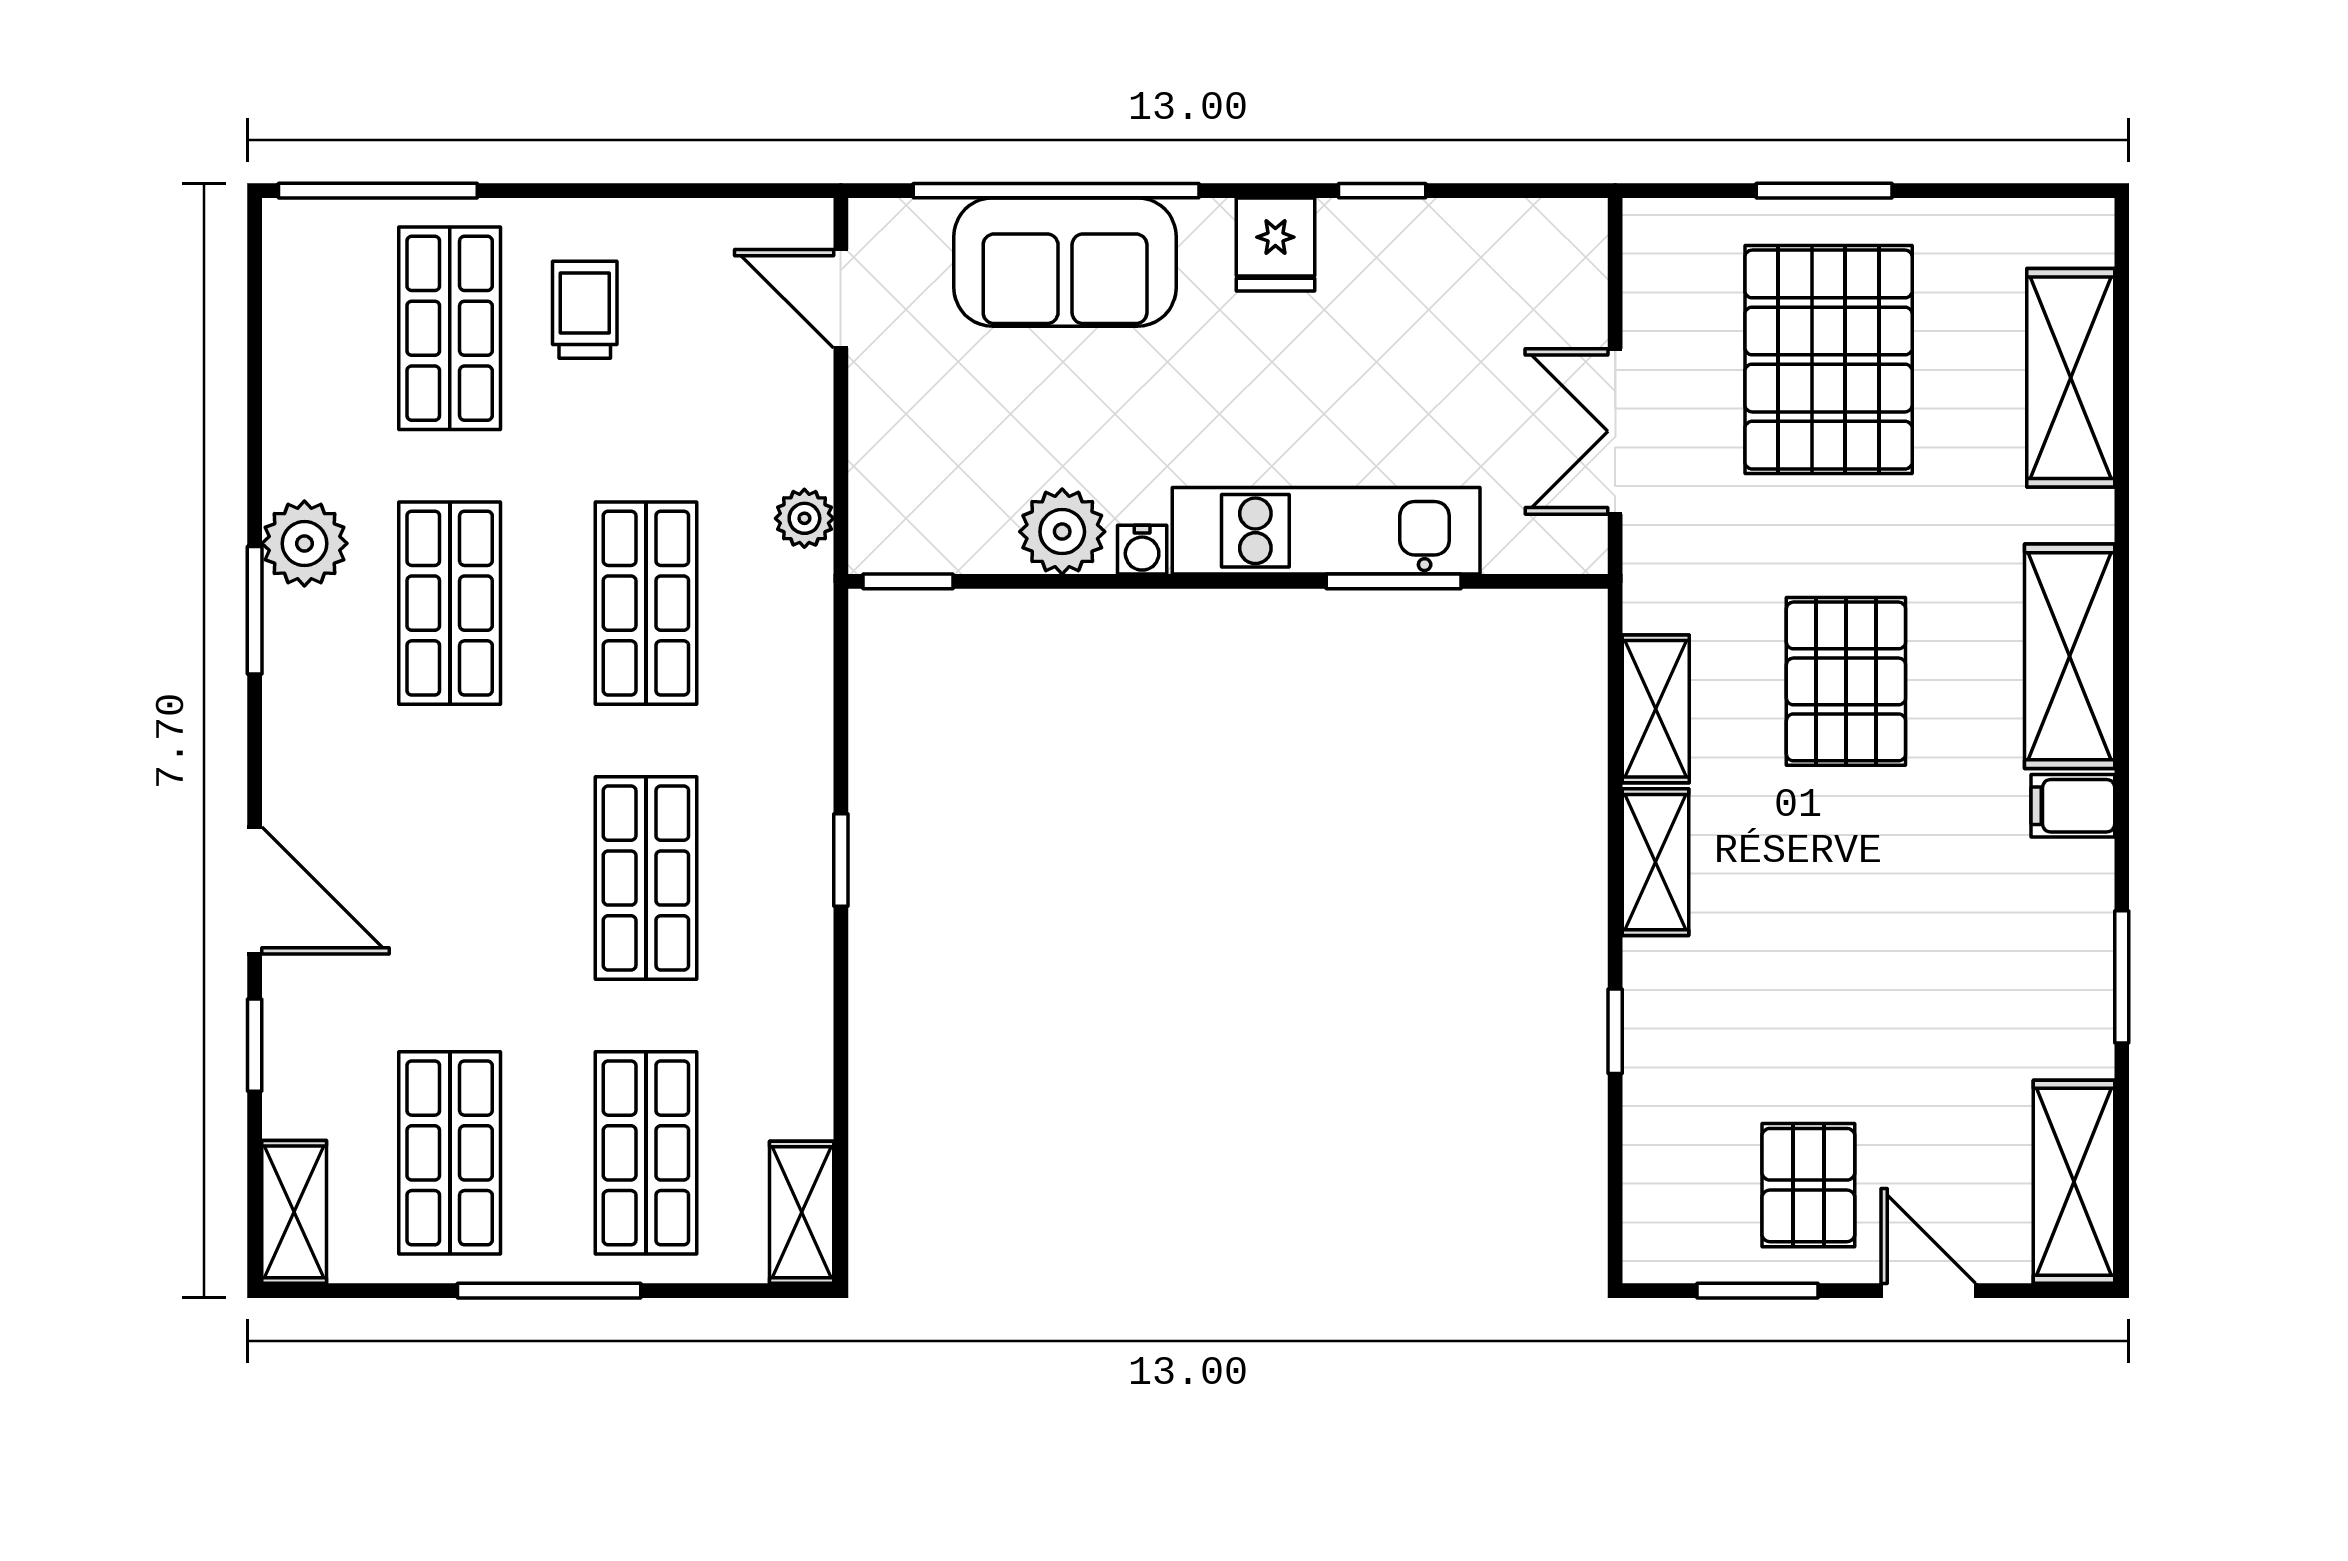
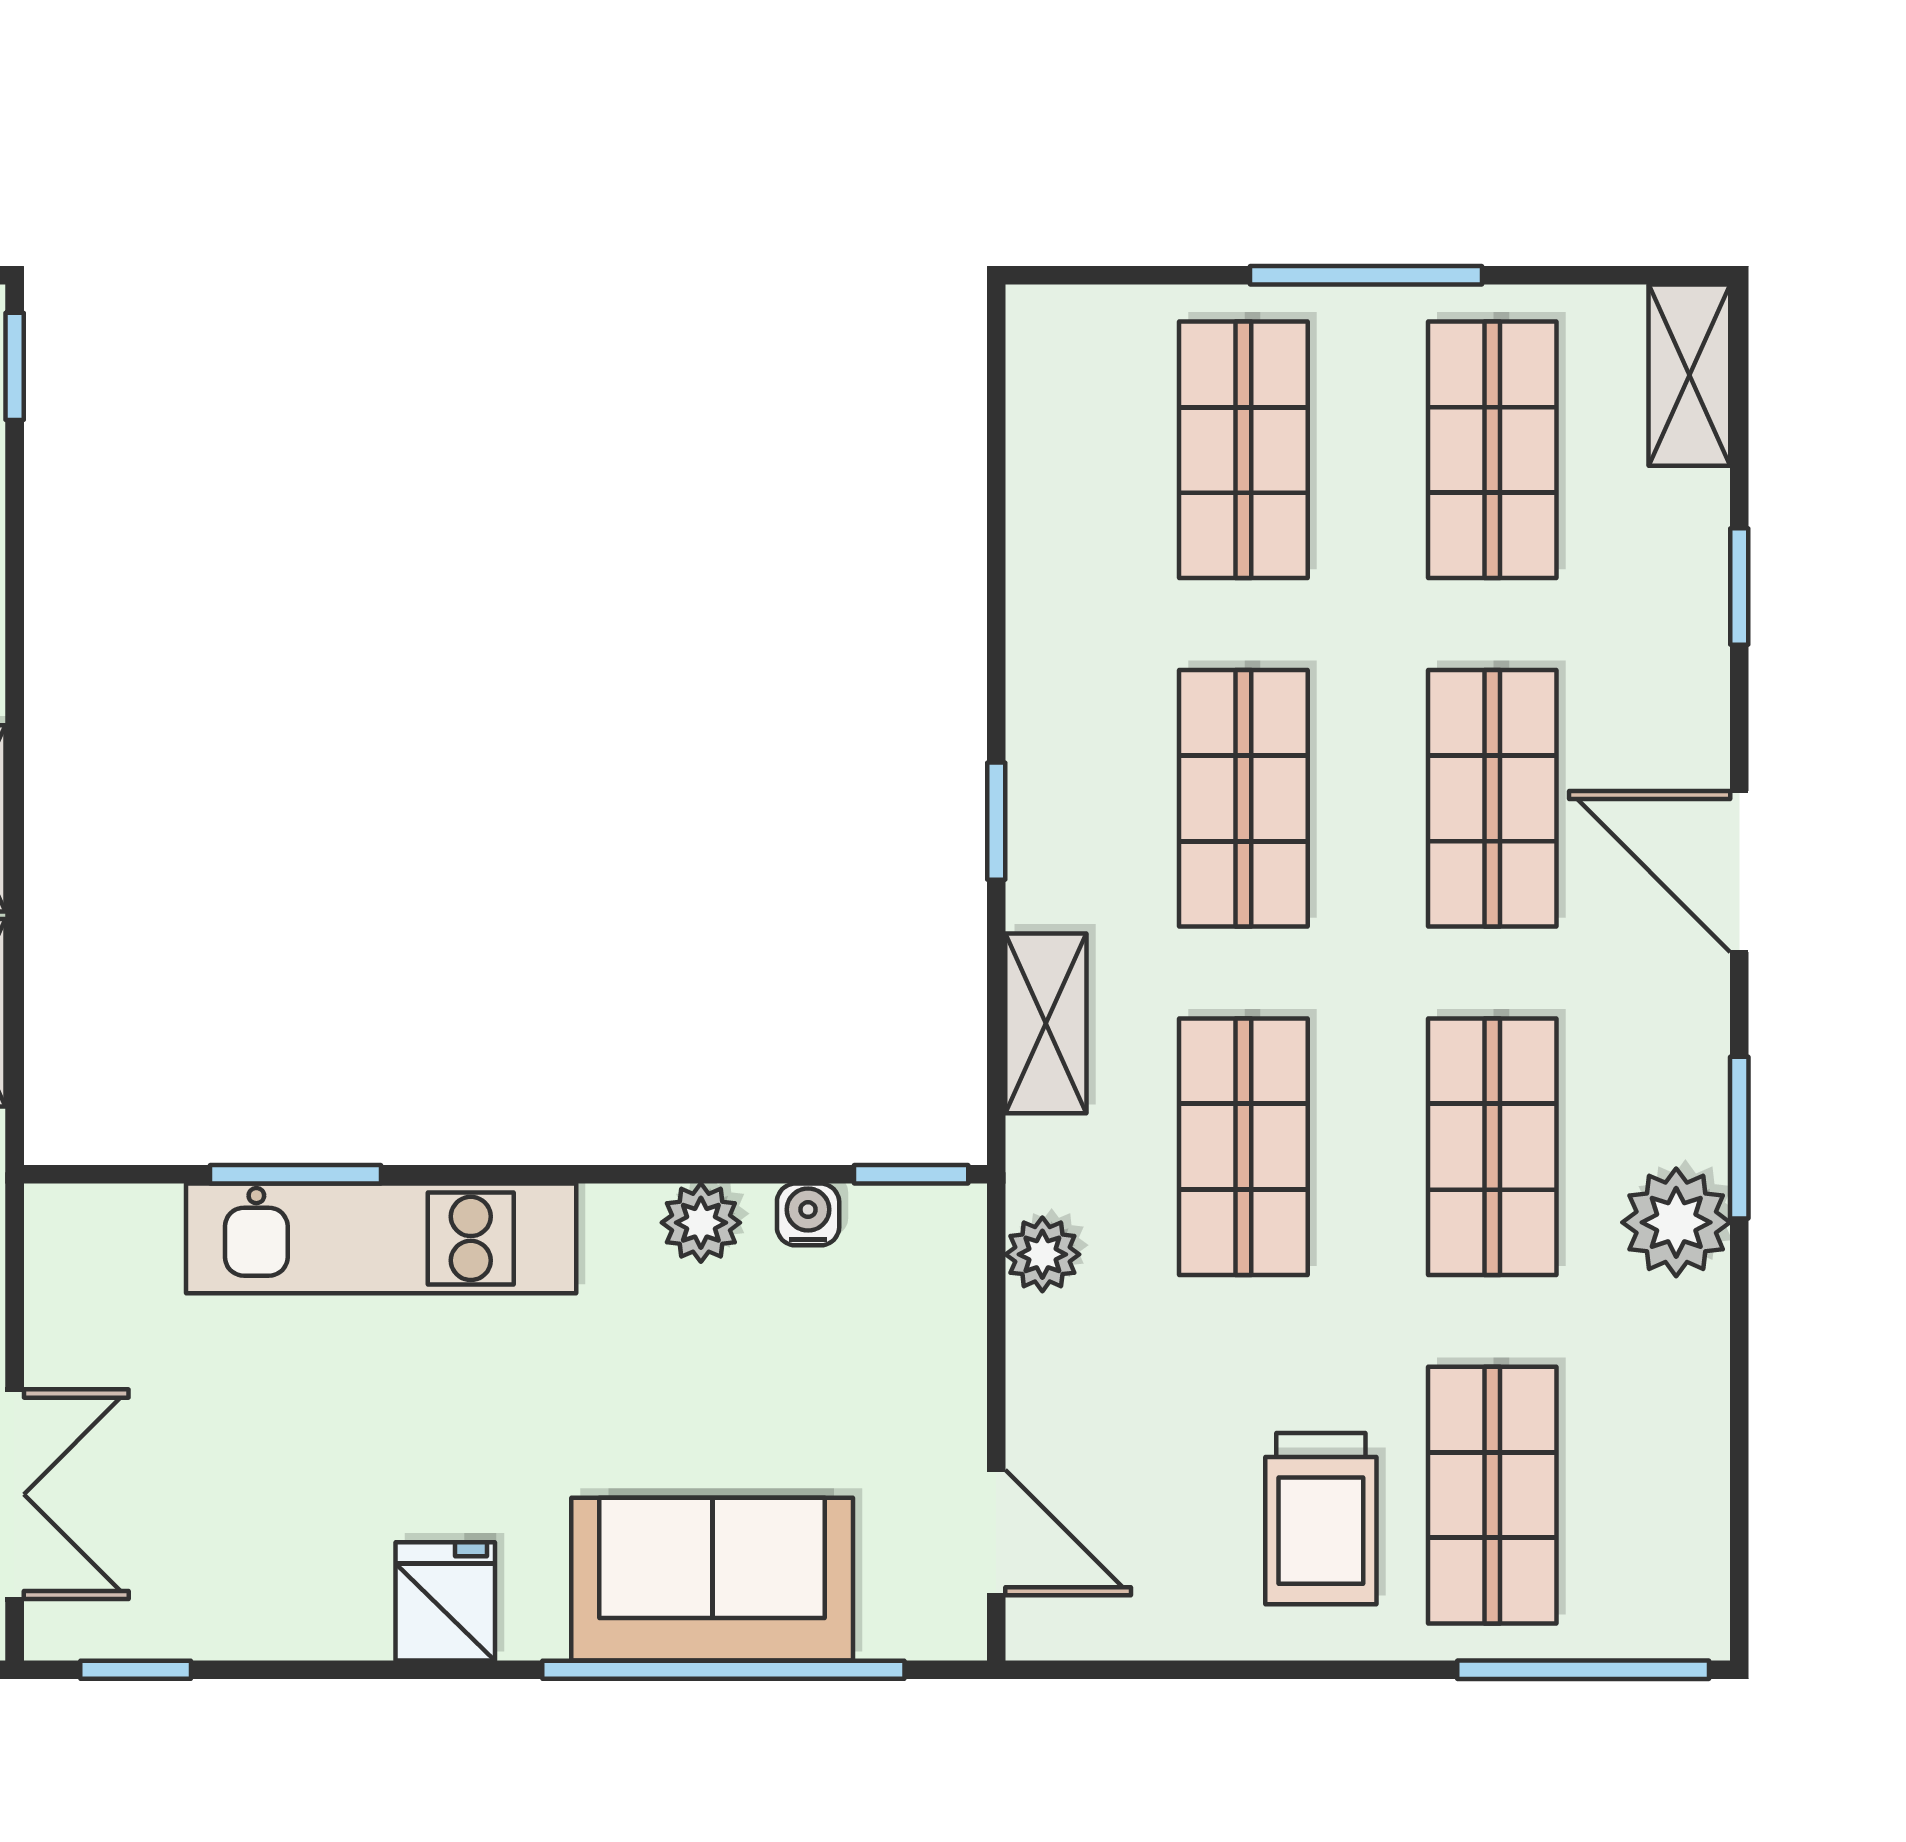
window: (1382, 191) -> (136, 1670), moved
trolley: (585, 310) -> (1321, 1519), width x1.36, depth x1.39
double door: (1615, 431) -> (15, 1494), moved
plant: (1062, 532) -> (701, 1223), width x0.73, depth x0.73
water cooler: (1142, 550) -> (808, 1214), moved
shop shelf: (450, 878) -> (1492, 798), added
door: (255, 891) -> (1739, 872), moved
window: (1615, 1031) -> (15, 366), moved
shelving: (802, 1212) -> (1046, 1023), moved

